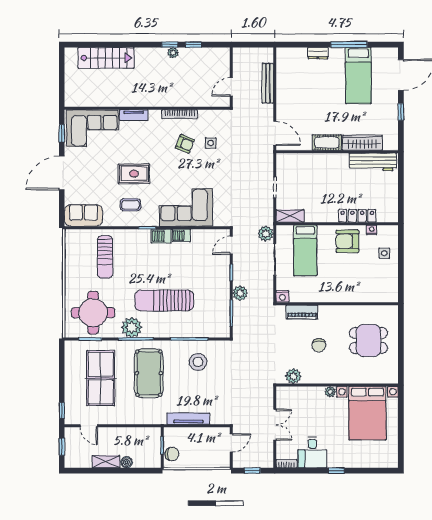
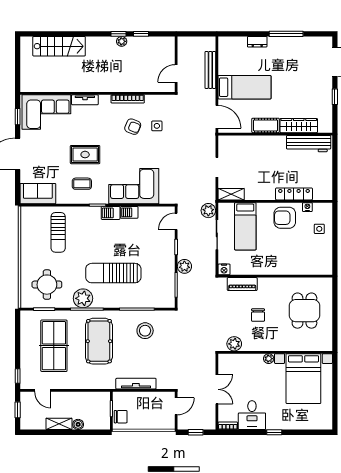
bed: (358, 75) -> (244, 87), moved, turned -90
round table: (93, 313) -> (47, 285), width x0.73, depth x0.73
dining table: (369, 341) -> (304, 311), turned 90

